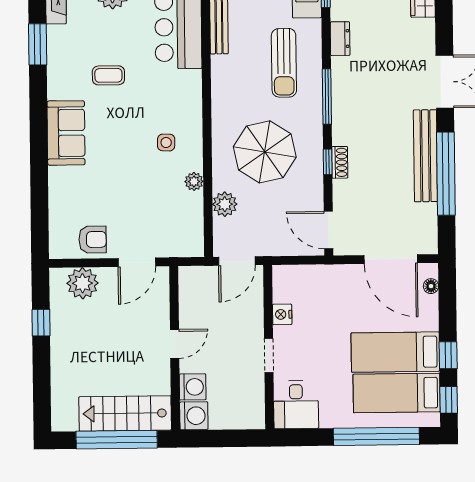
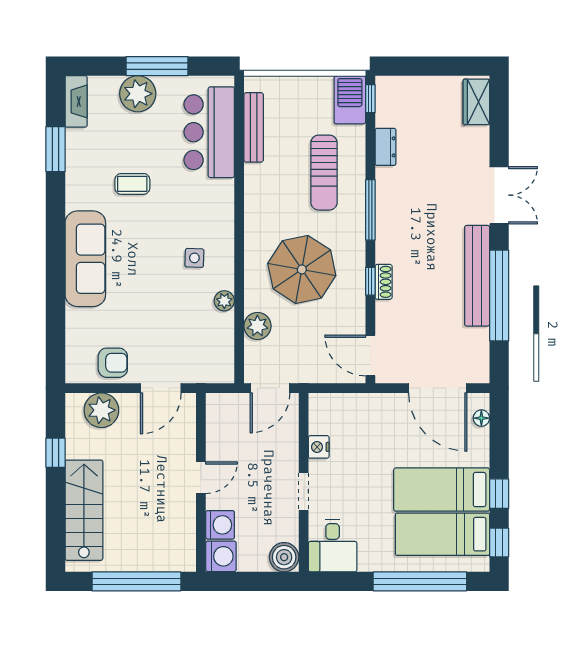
sofa: (66, 133) -> (85, 259), width x1.36
stairs: (125, 413) -> (84, 510), moved, turned 90
boiler: (252, 416) -> (284, 557), added

